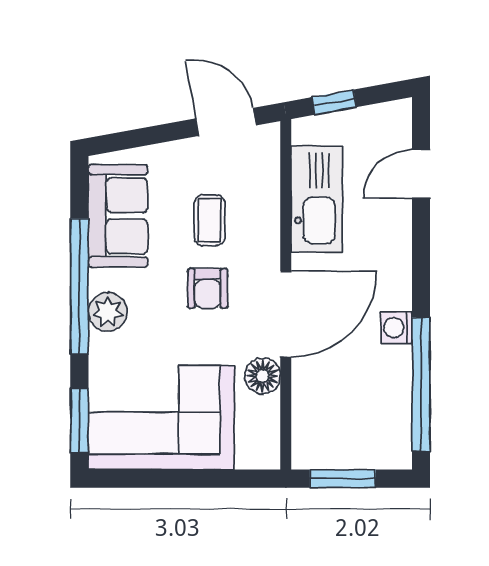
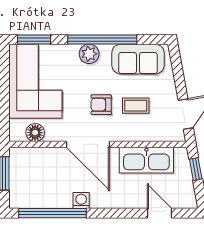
floor lamp: (263, 376) -> (35, 133), moved

